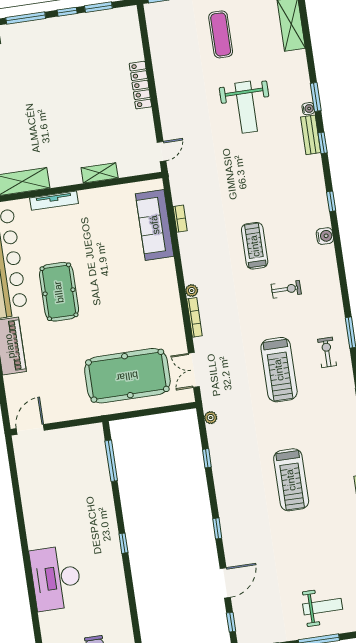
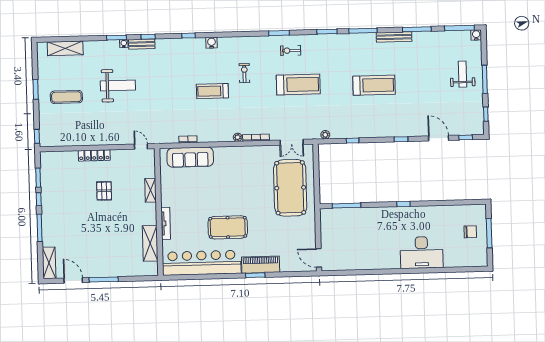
pallet: (91, 106) -> (104, 191), added

